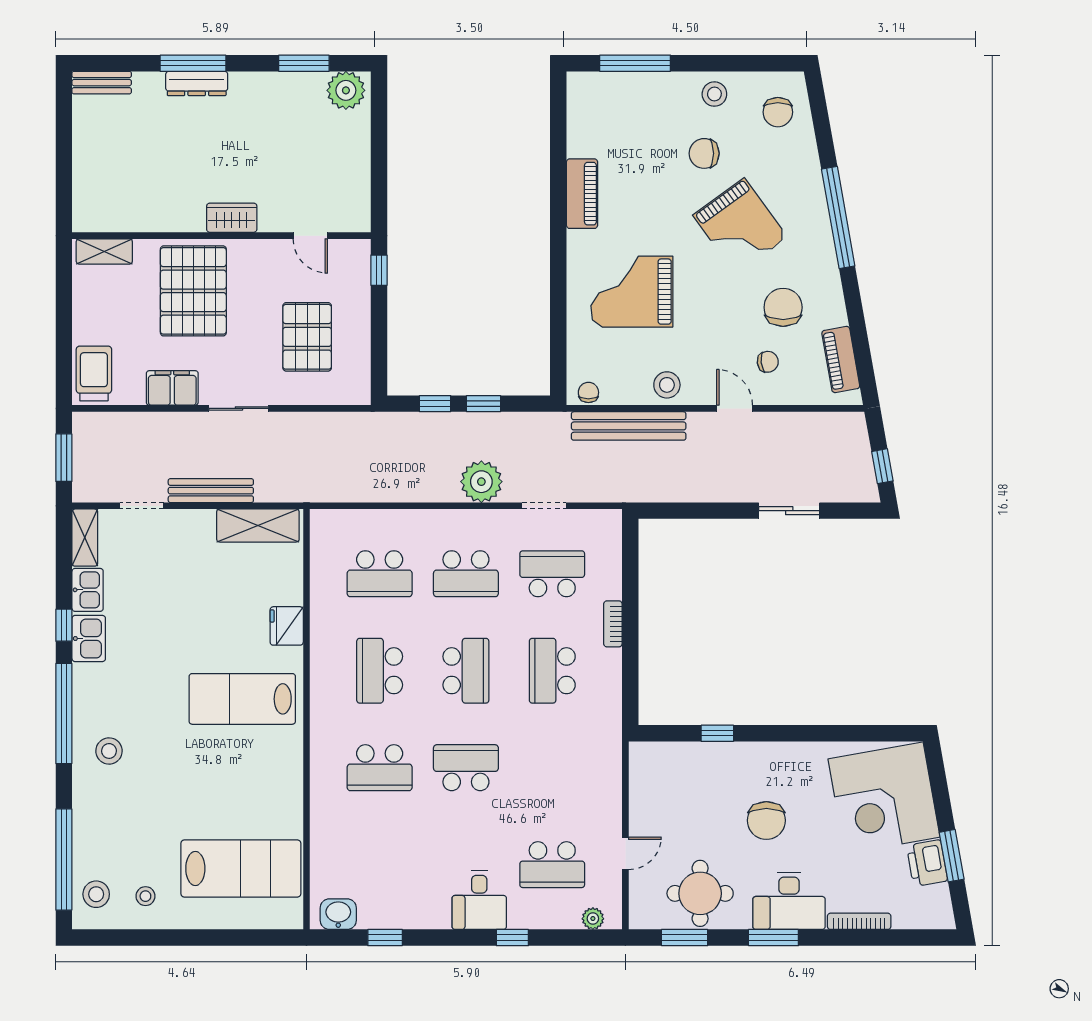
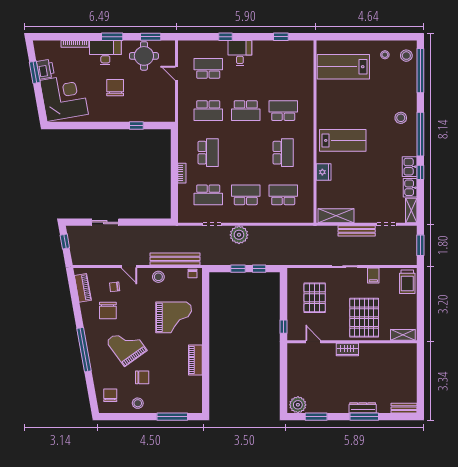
filing cabinet: (172, 388) -> (373, 276), width x0.50
school desk: (466, 671) -> (208, 111), moved, turned -90
door: (625, 853) -> (176, 73), hinge flipped
washbasin: (338, 914) -> (301, 47), removed
plant: (593, 919) -> (191, 45), removed

